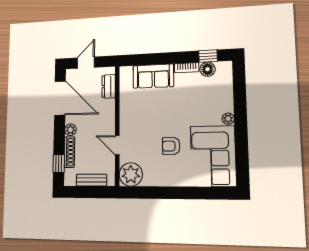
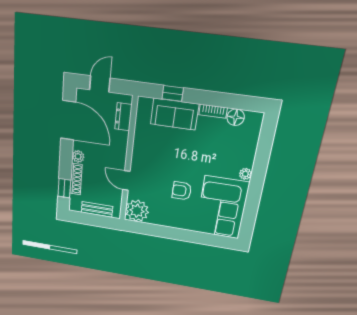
window: (208, 56) -> (173, 93), moved

